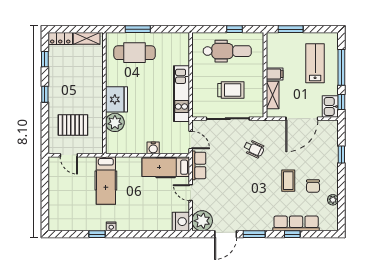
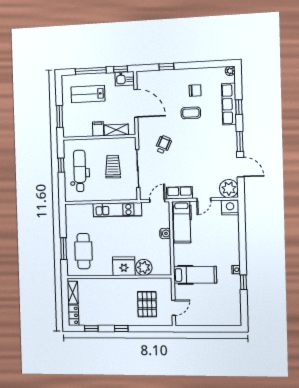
plant: (333, 200) -> (230, 71), moved

